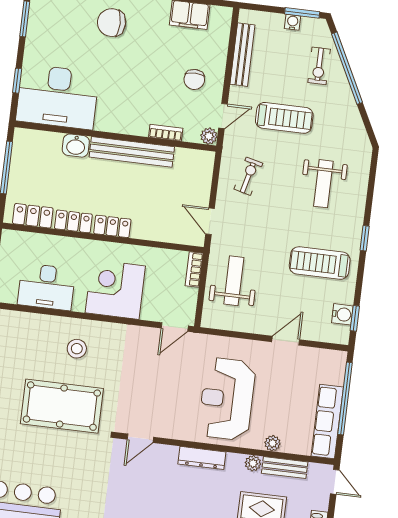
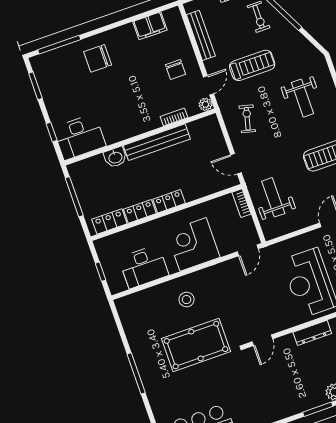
desk: (57, 97) -> (80, 137), width x0.73, depth x0.77

